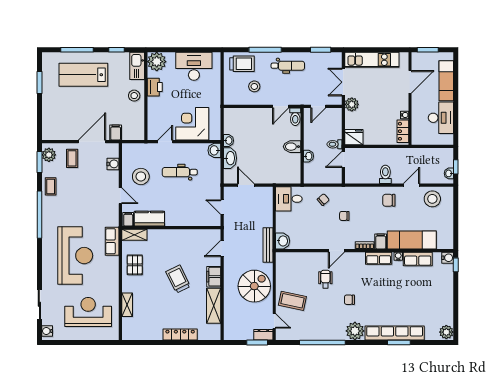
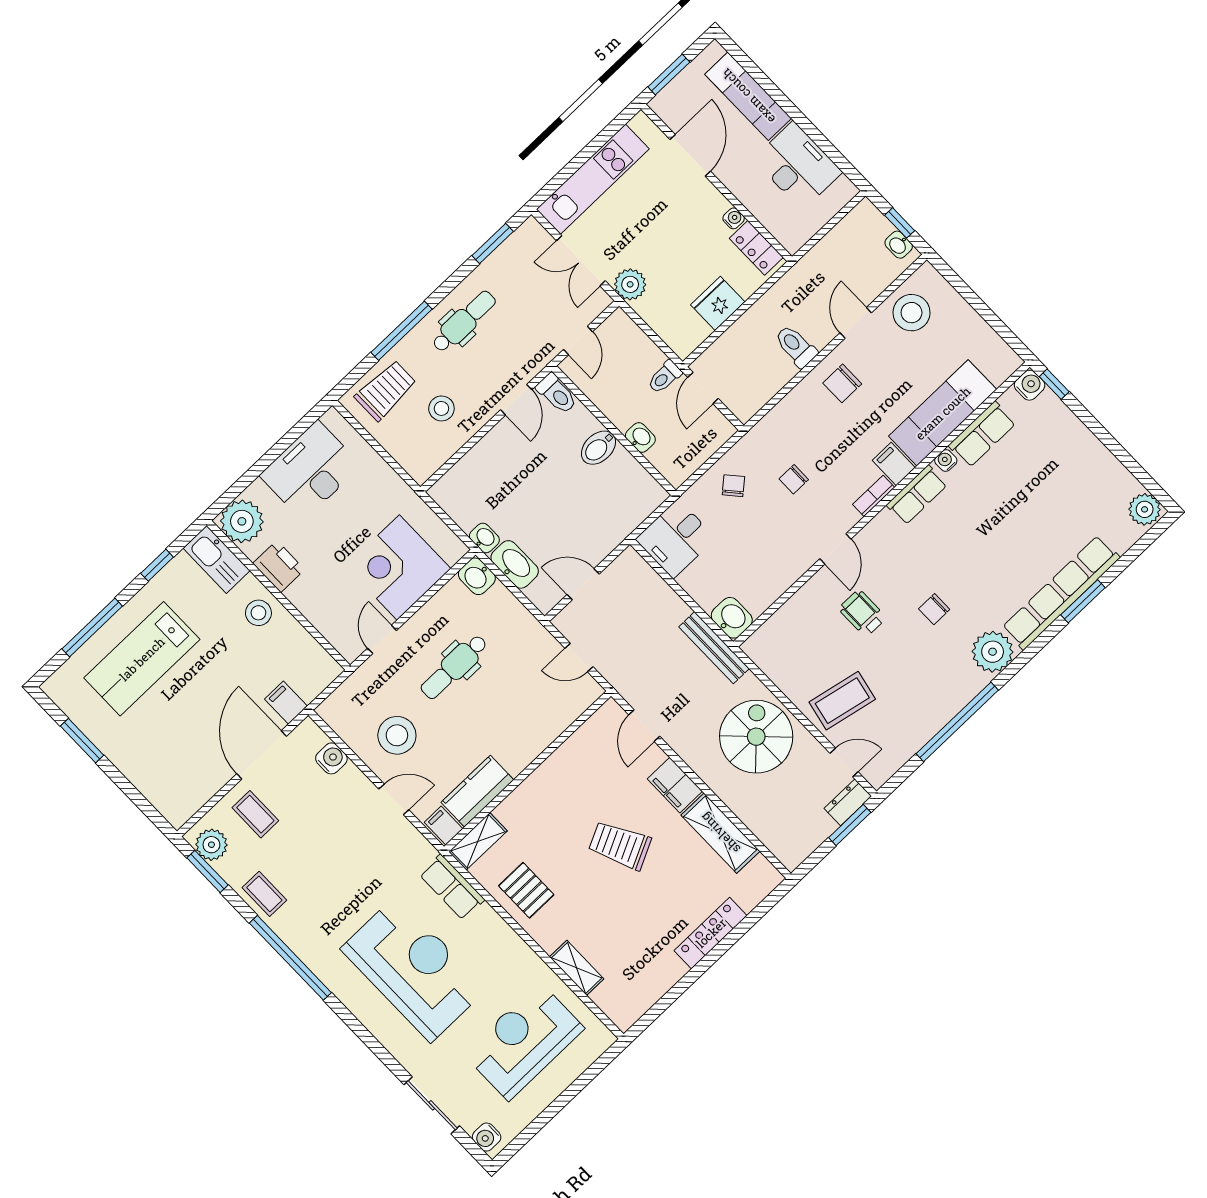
fridge: (354, 137) -> (718, 303), moved

